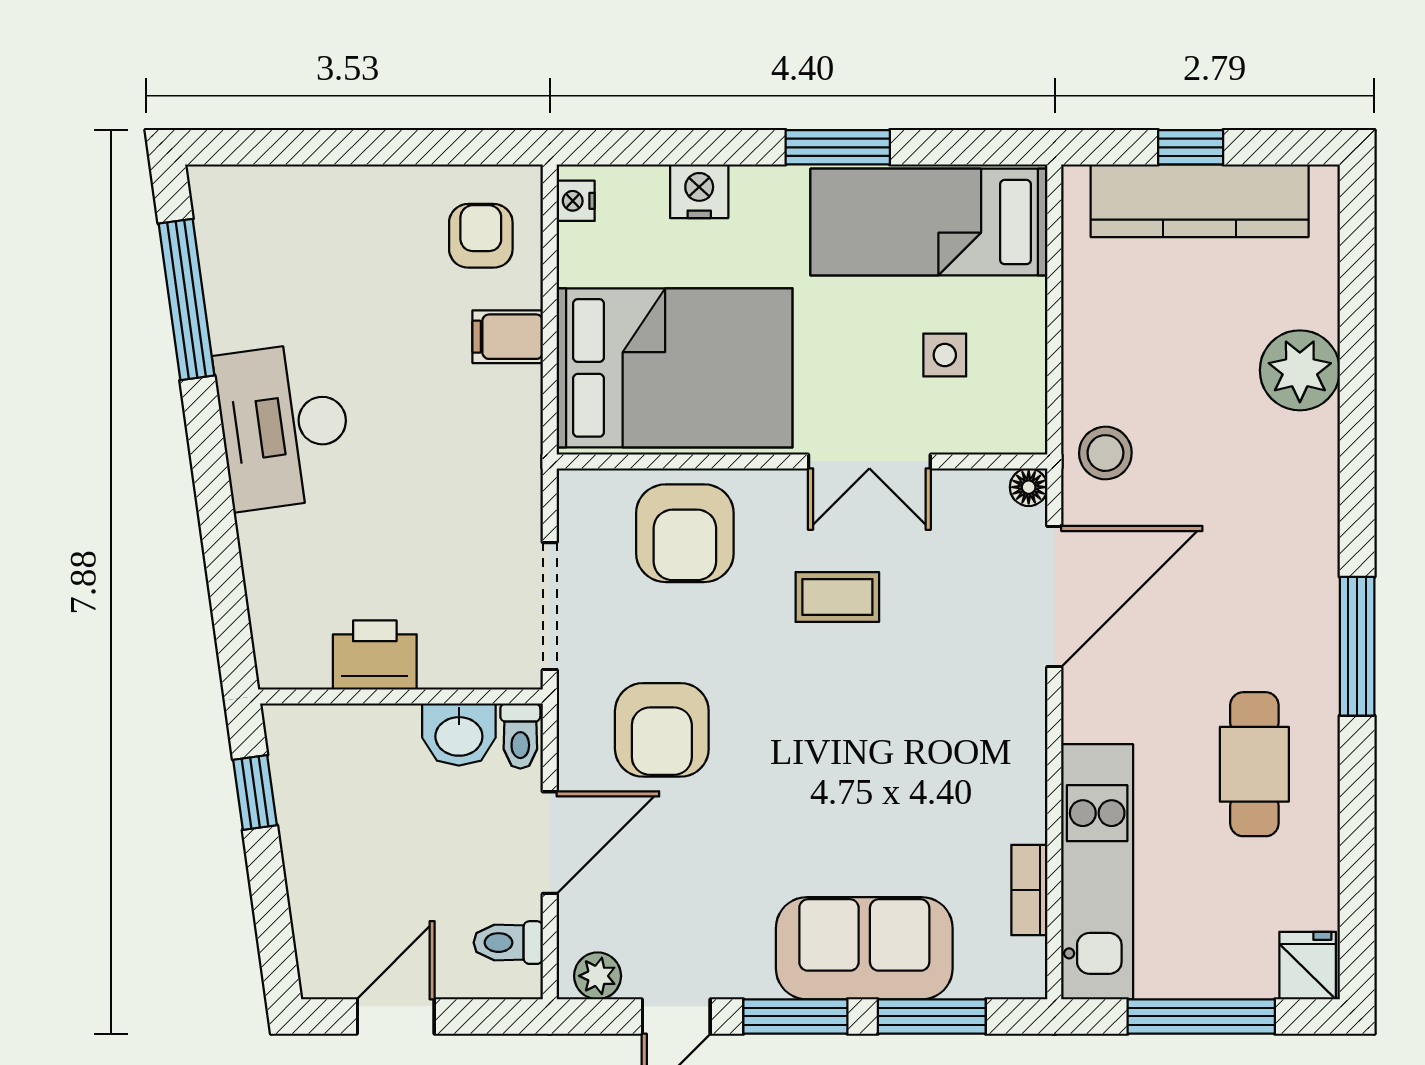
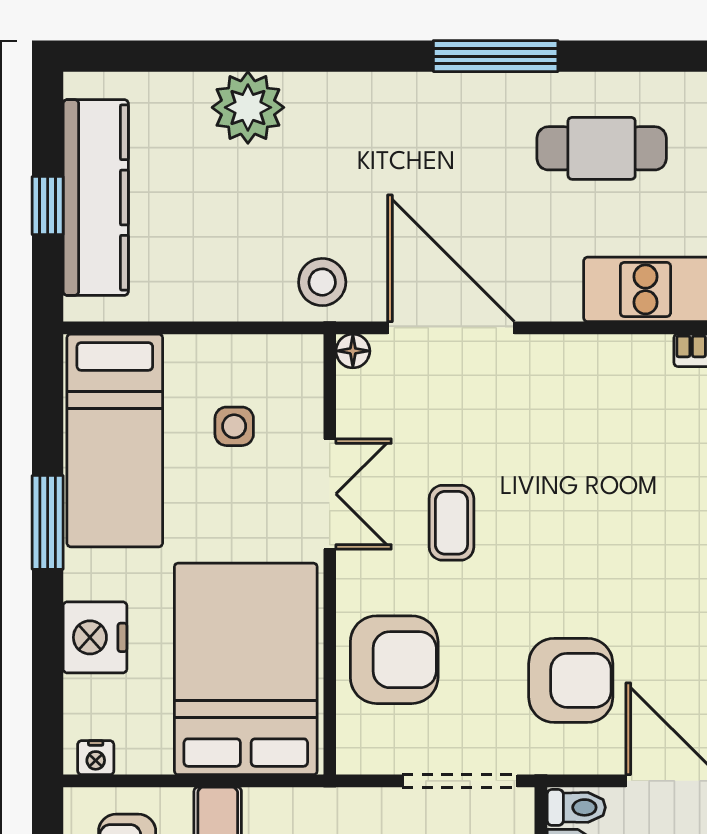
nightstand: (699, 191) -> (95, 637), width x1.36, depth x1.33

